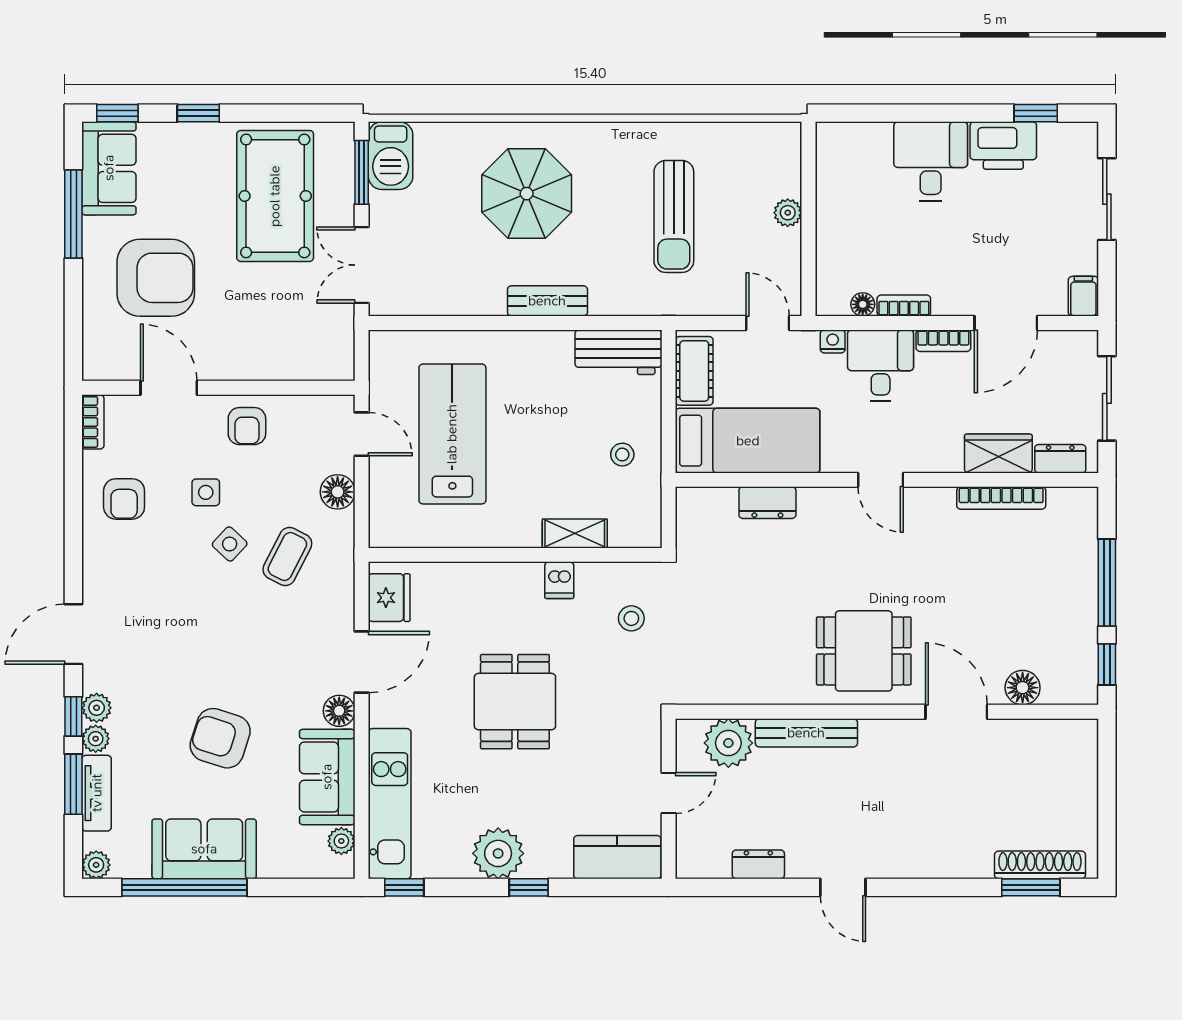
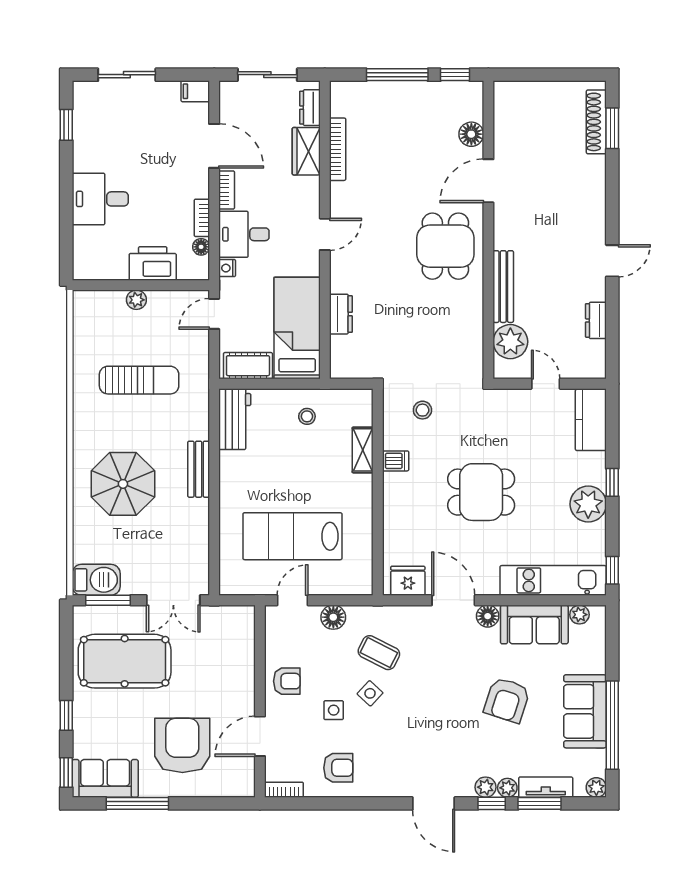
printer: (1003, 146) -> (153, 263), moved, turned -90

